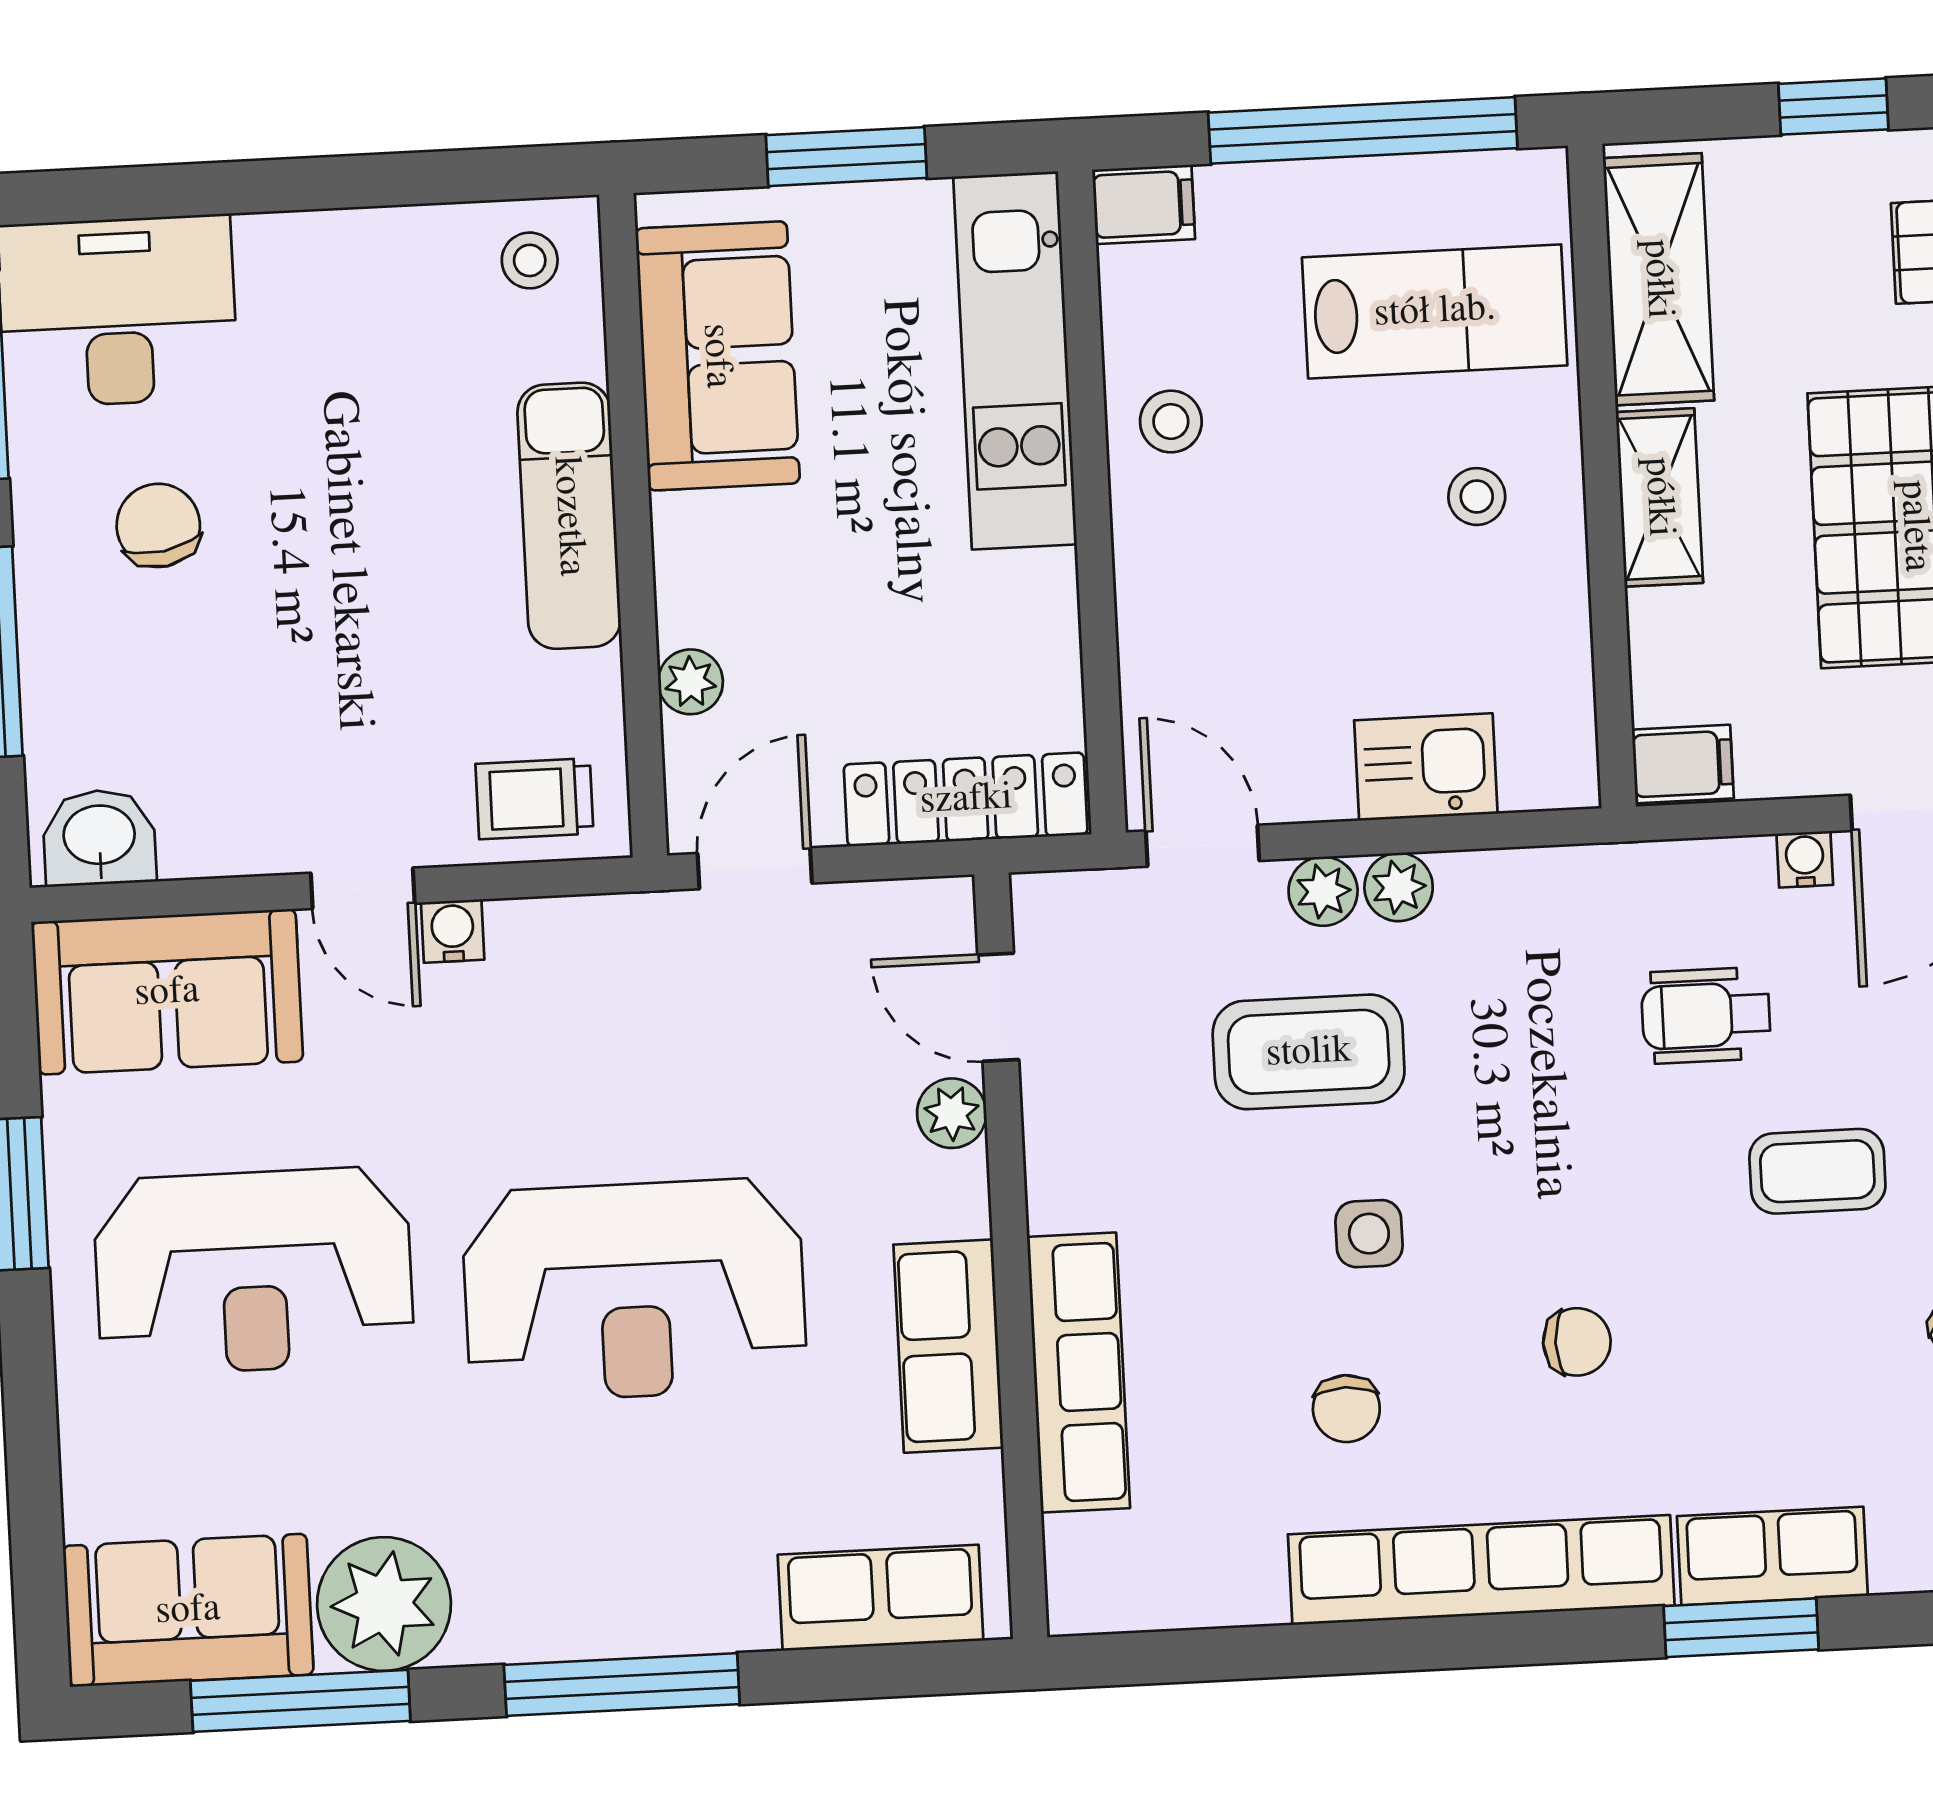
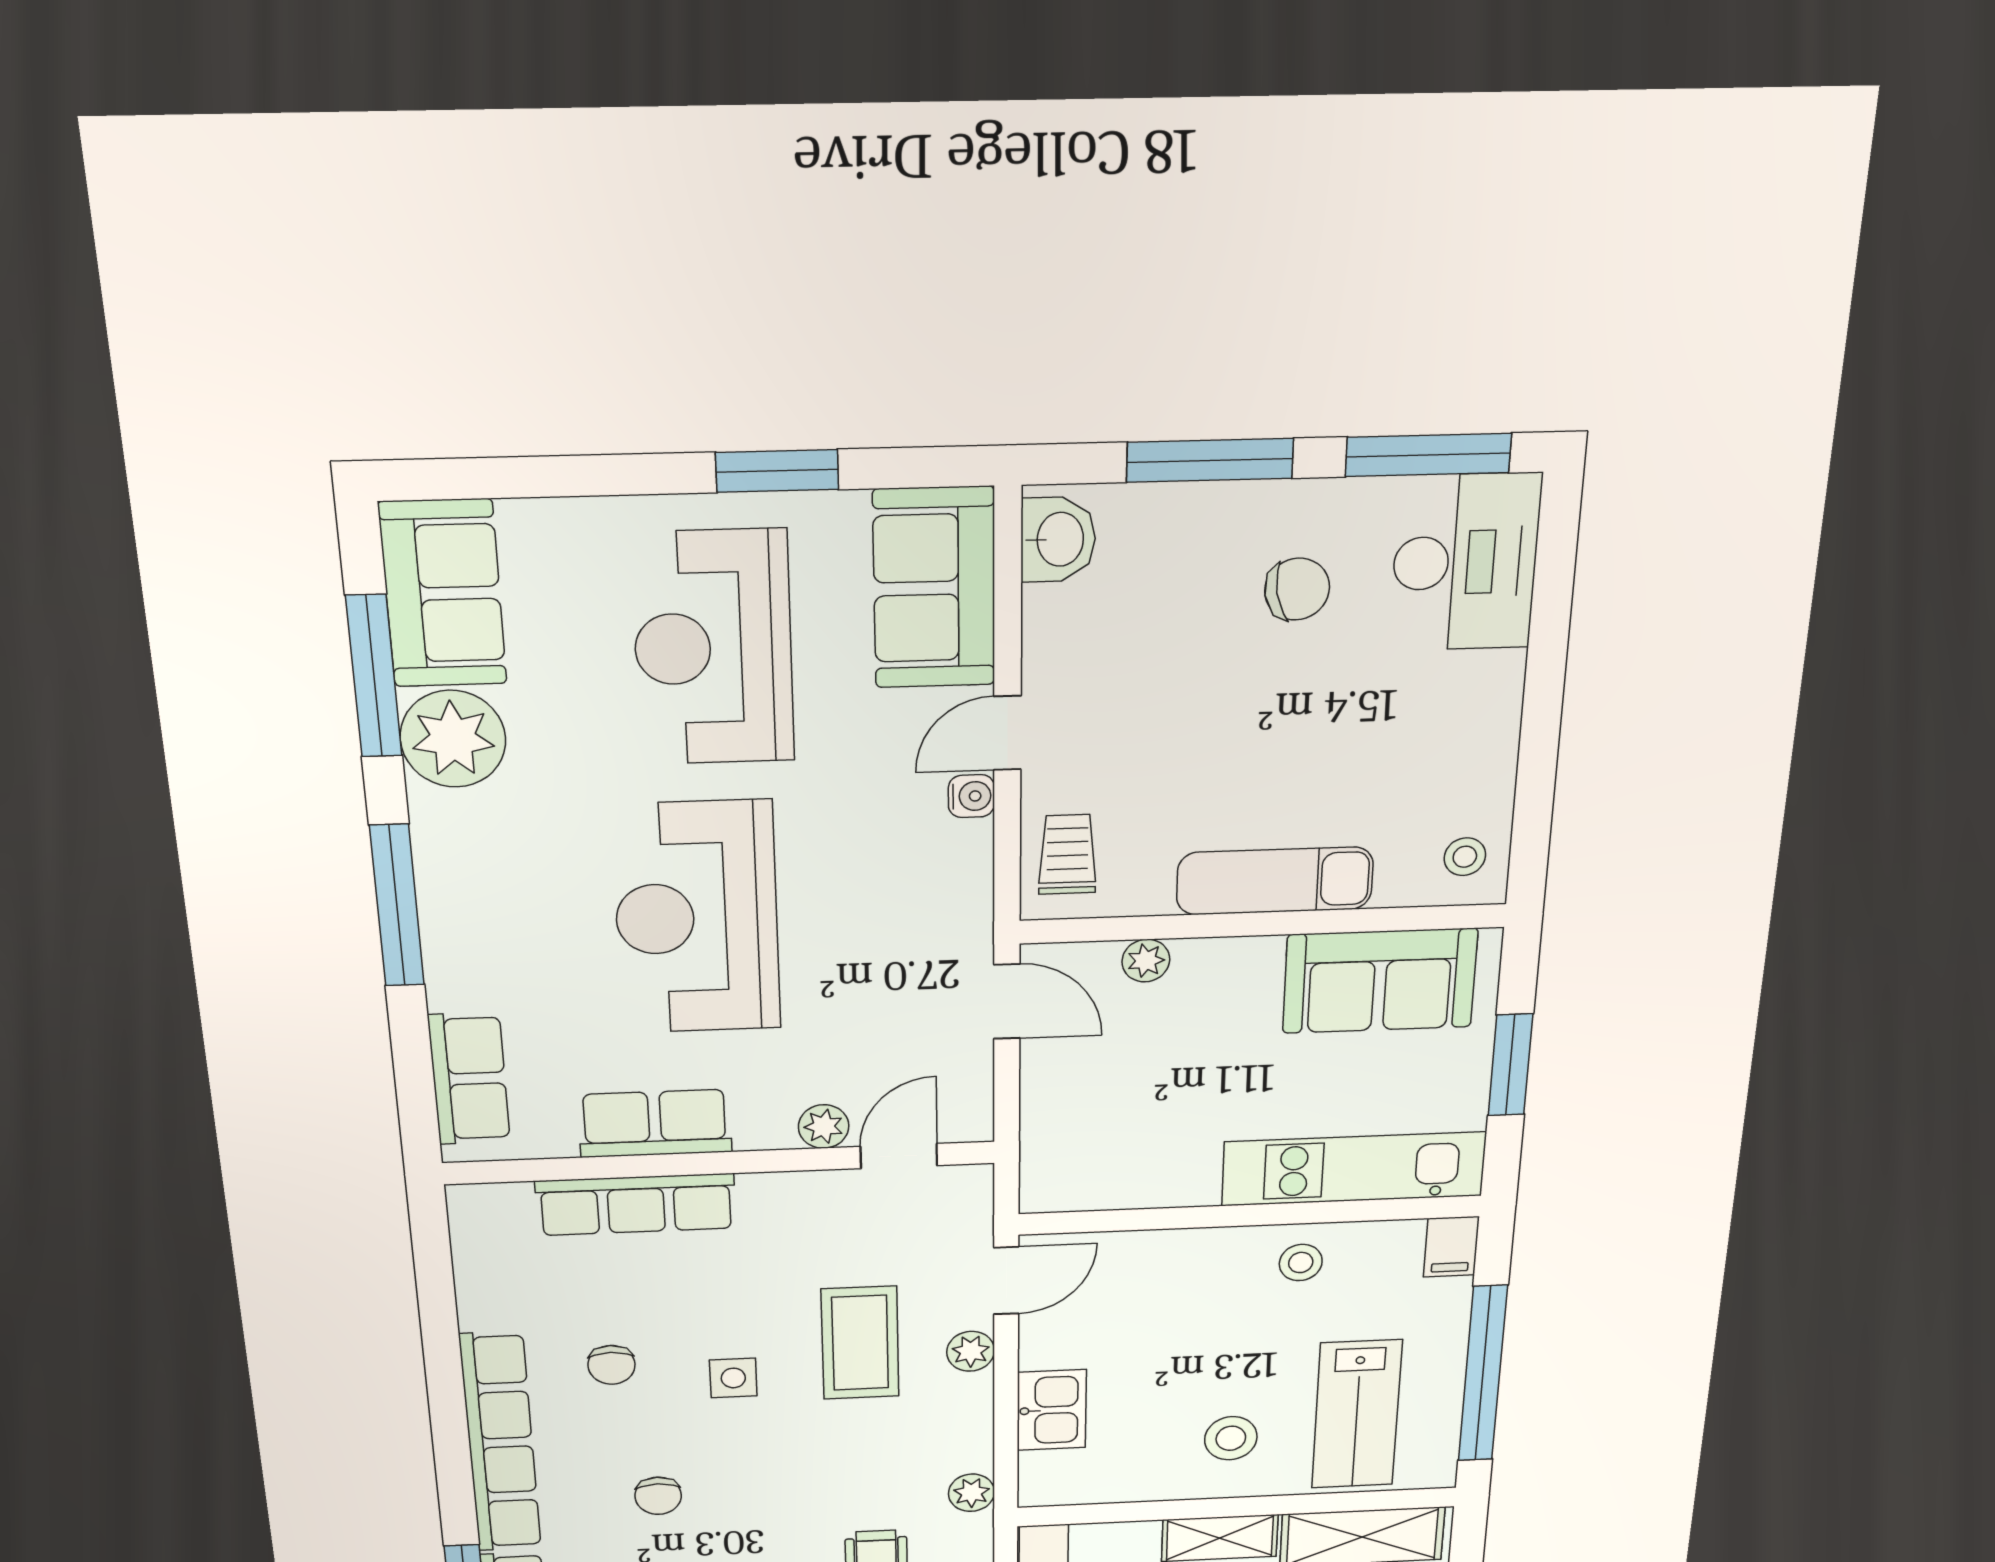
stool: (1477, 497) -> (1231, 1438), width x1.37, depth x1.37
locker: (966, 799) -> (1048, 1137), removed
plant: (1399, 887) -> (972, 1493), moved
chair: (1346, 1409) -> (611, 1365), turned -90

